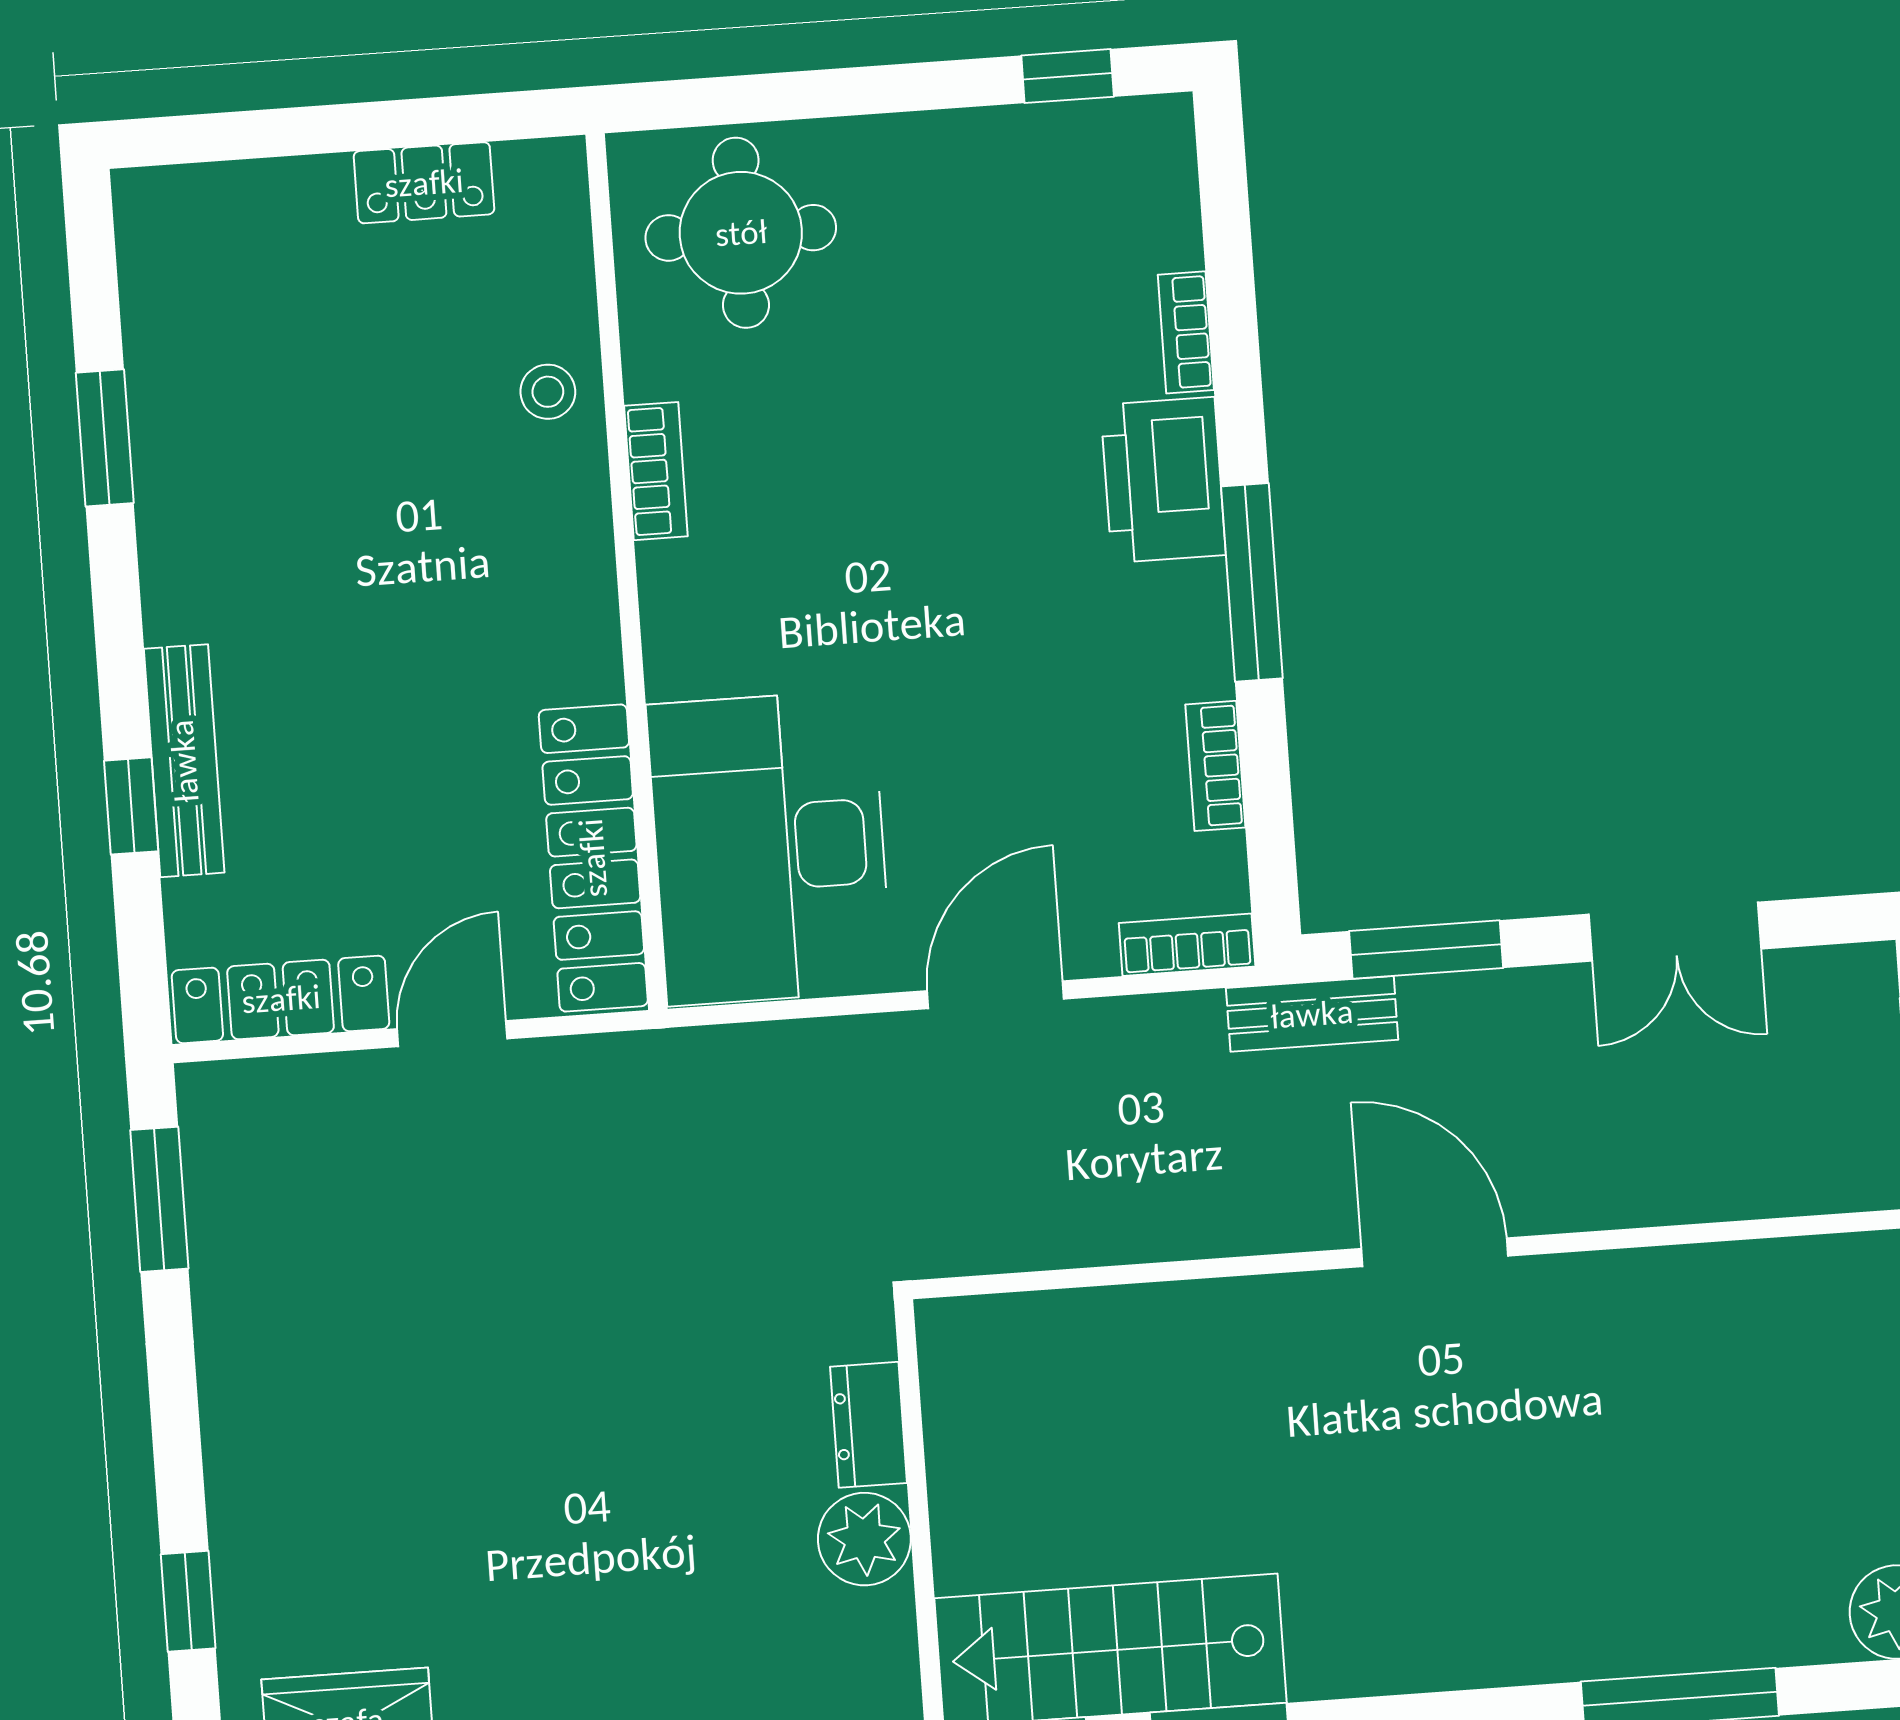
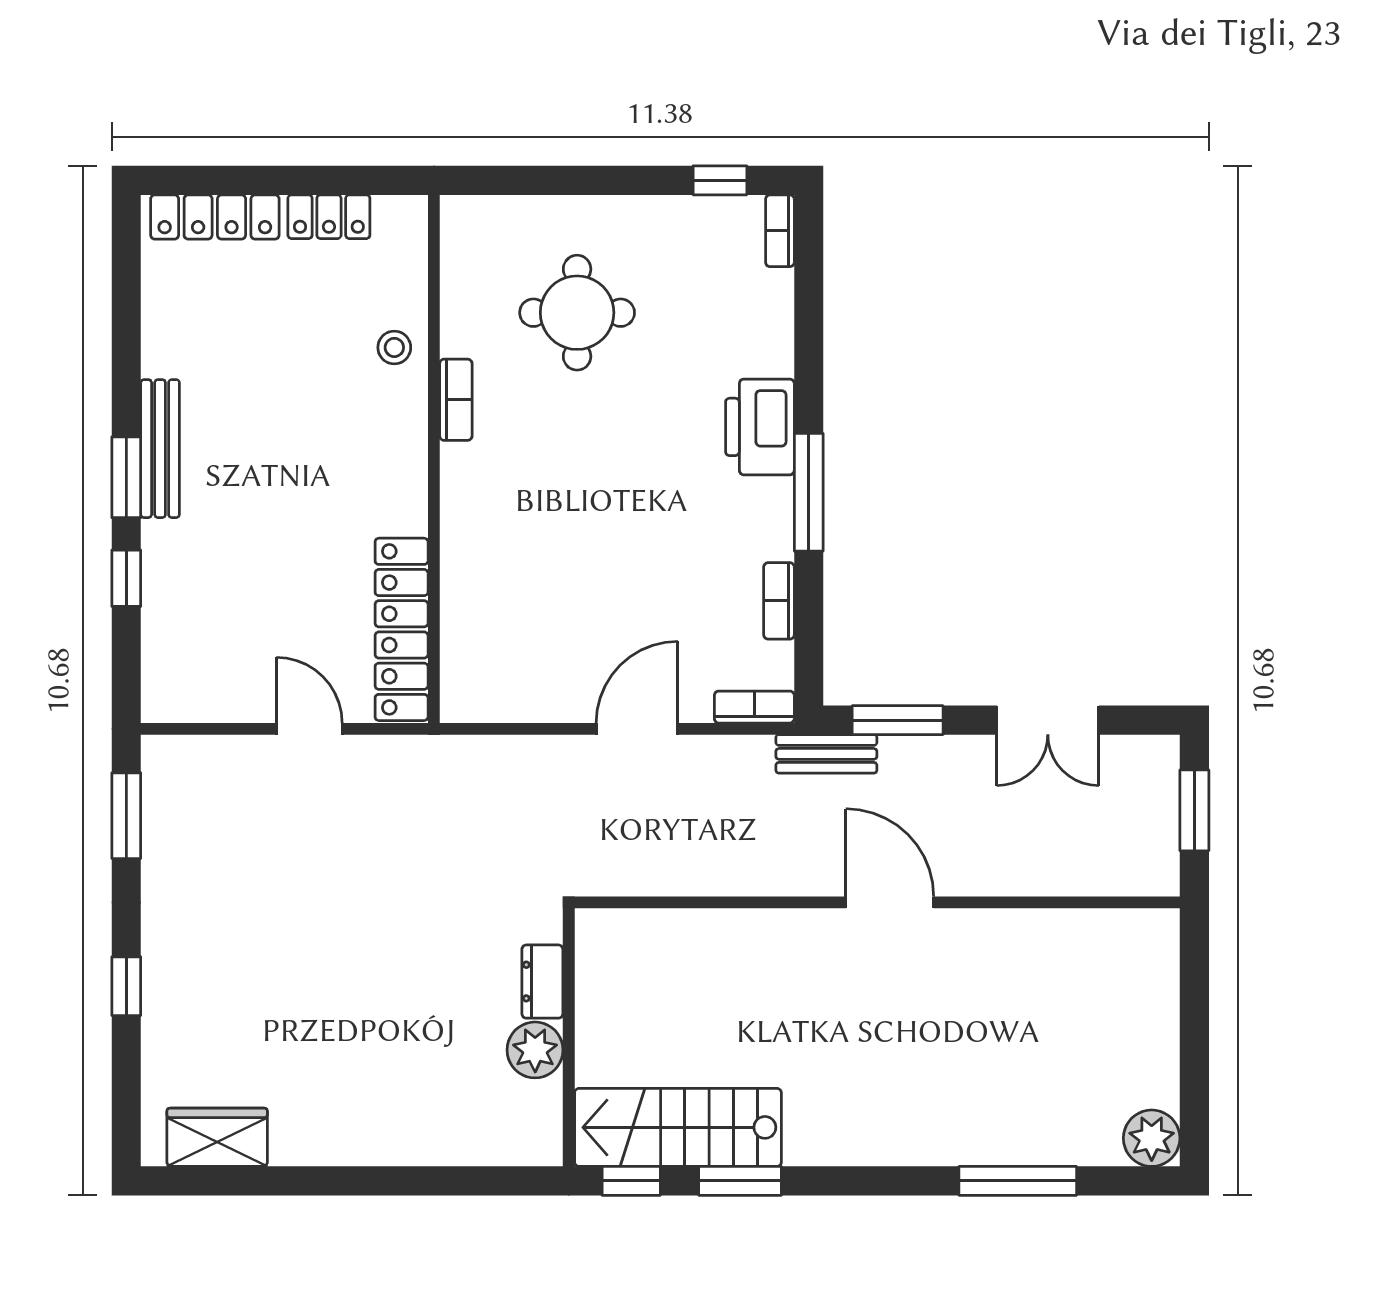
round table: (741, 233) -> (577, 313), moved
bookcase: (1186, 332) -> (780, 231), moved
window: (105, 438) -> (126, 477), moved
bench: (184, 761) -> (160, 449), moved
desk: (770, 848) -> (508, 631), removed
locker: (281, 999) -> (215, 217), moved, turned 180
door: (452, 1034) -> (309, 729), hinge flipped
window: (188, 1601) -> (126, 986), moved

